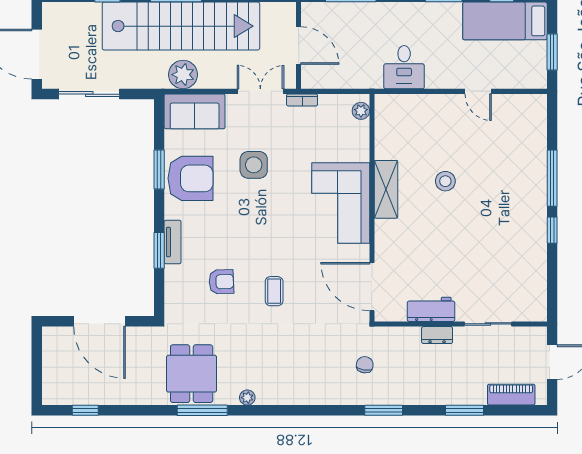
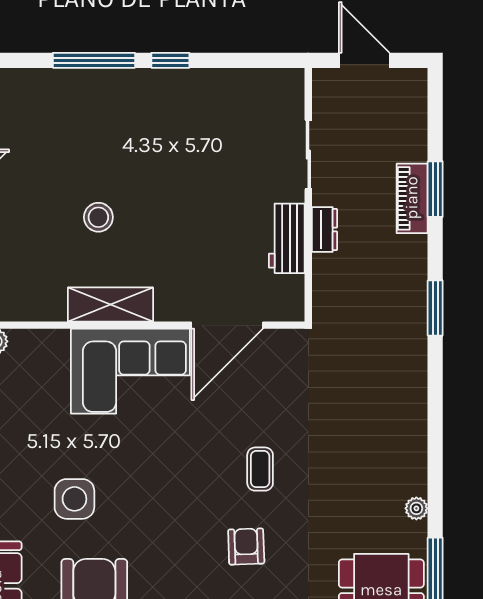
door: (372, 287) -> (227, 325), moved
coffee table: (274, 291) -> (260, 469), turned 90
chair: (365, 365) -> (368, 336), removed
piano: (511, 395) -> (412, 198), moved

